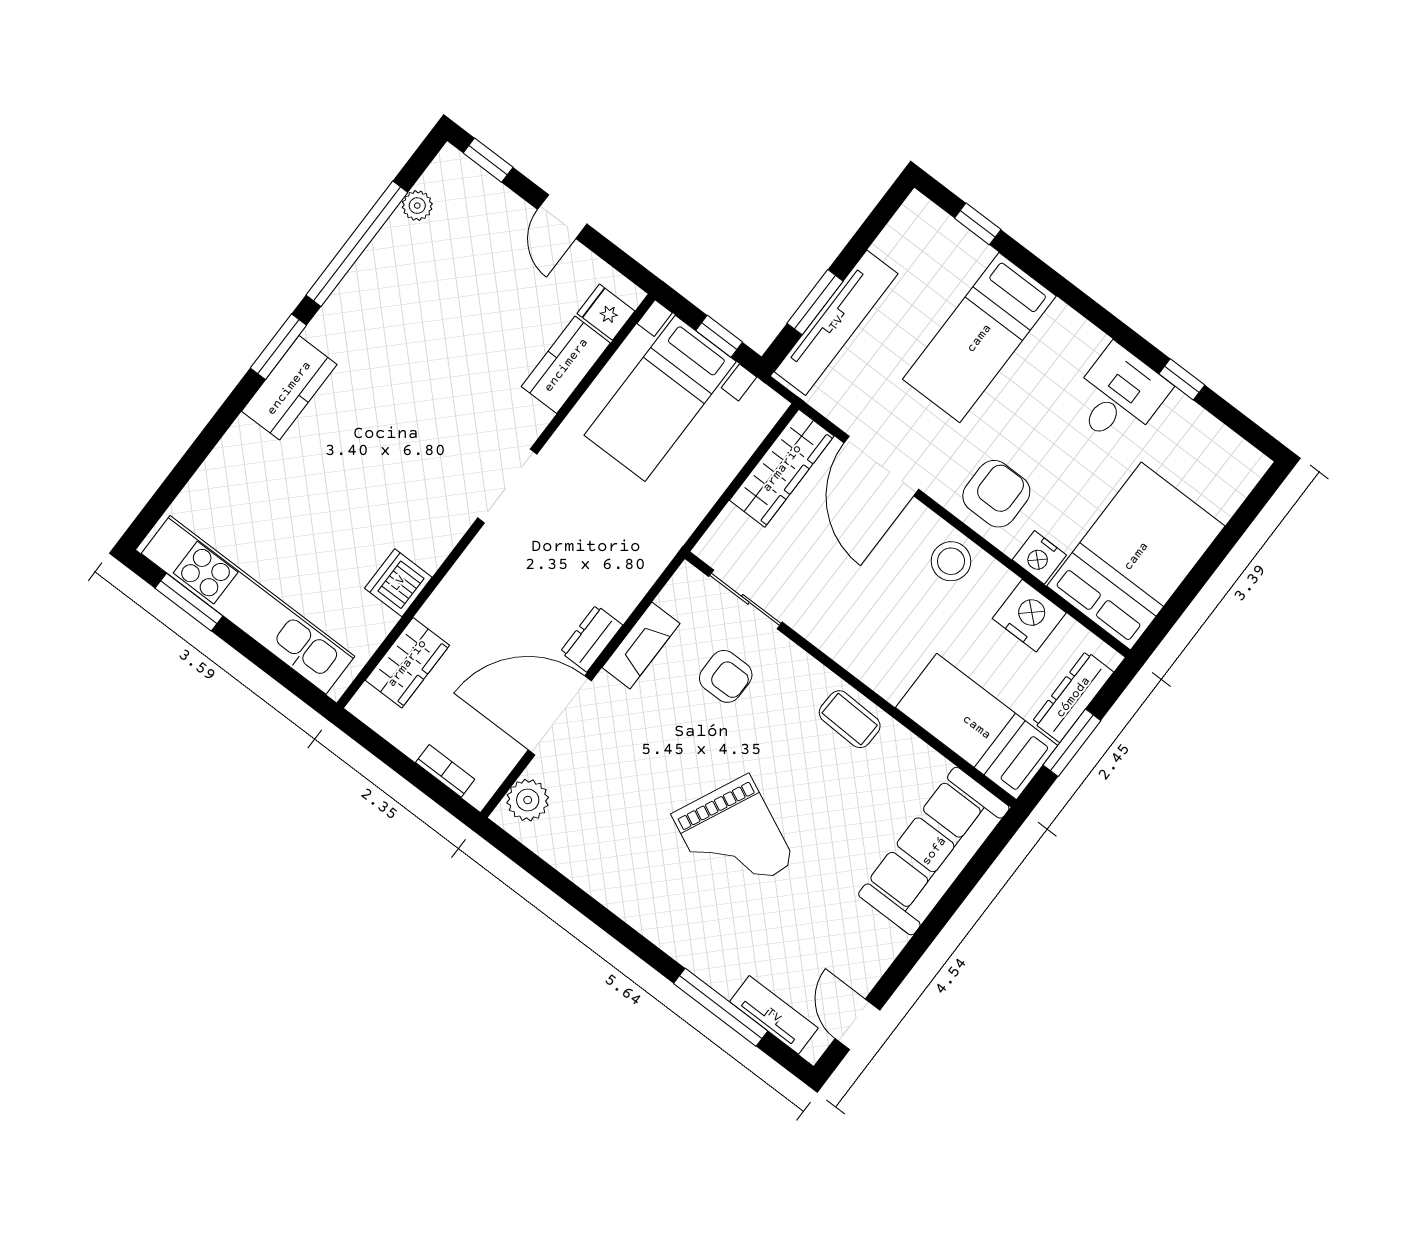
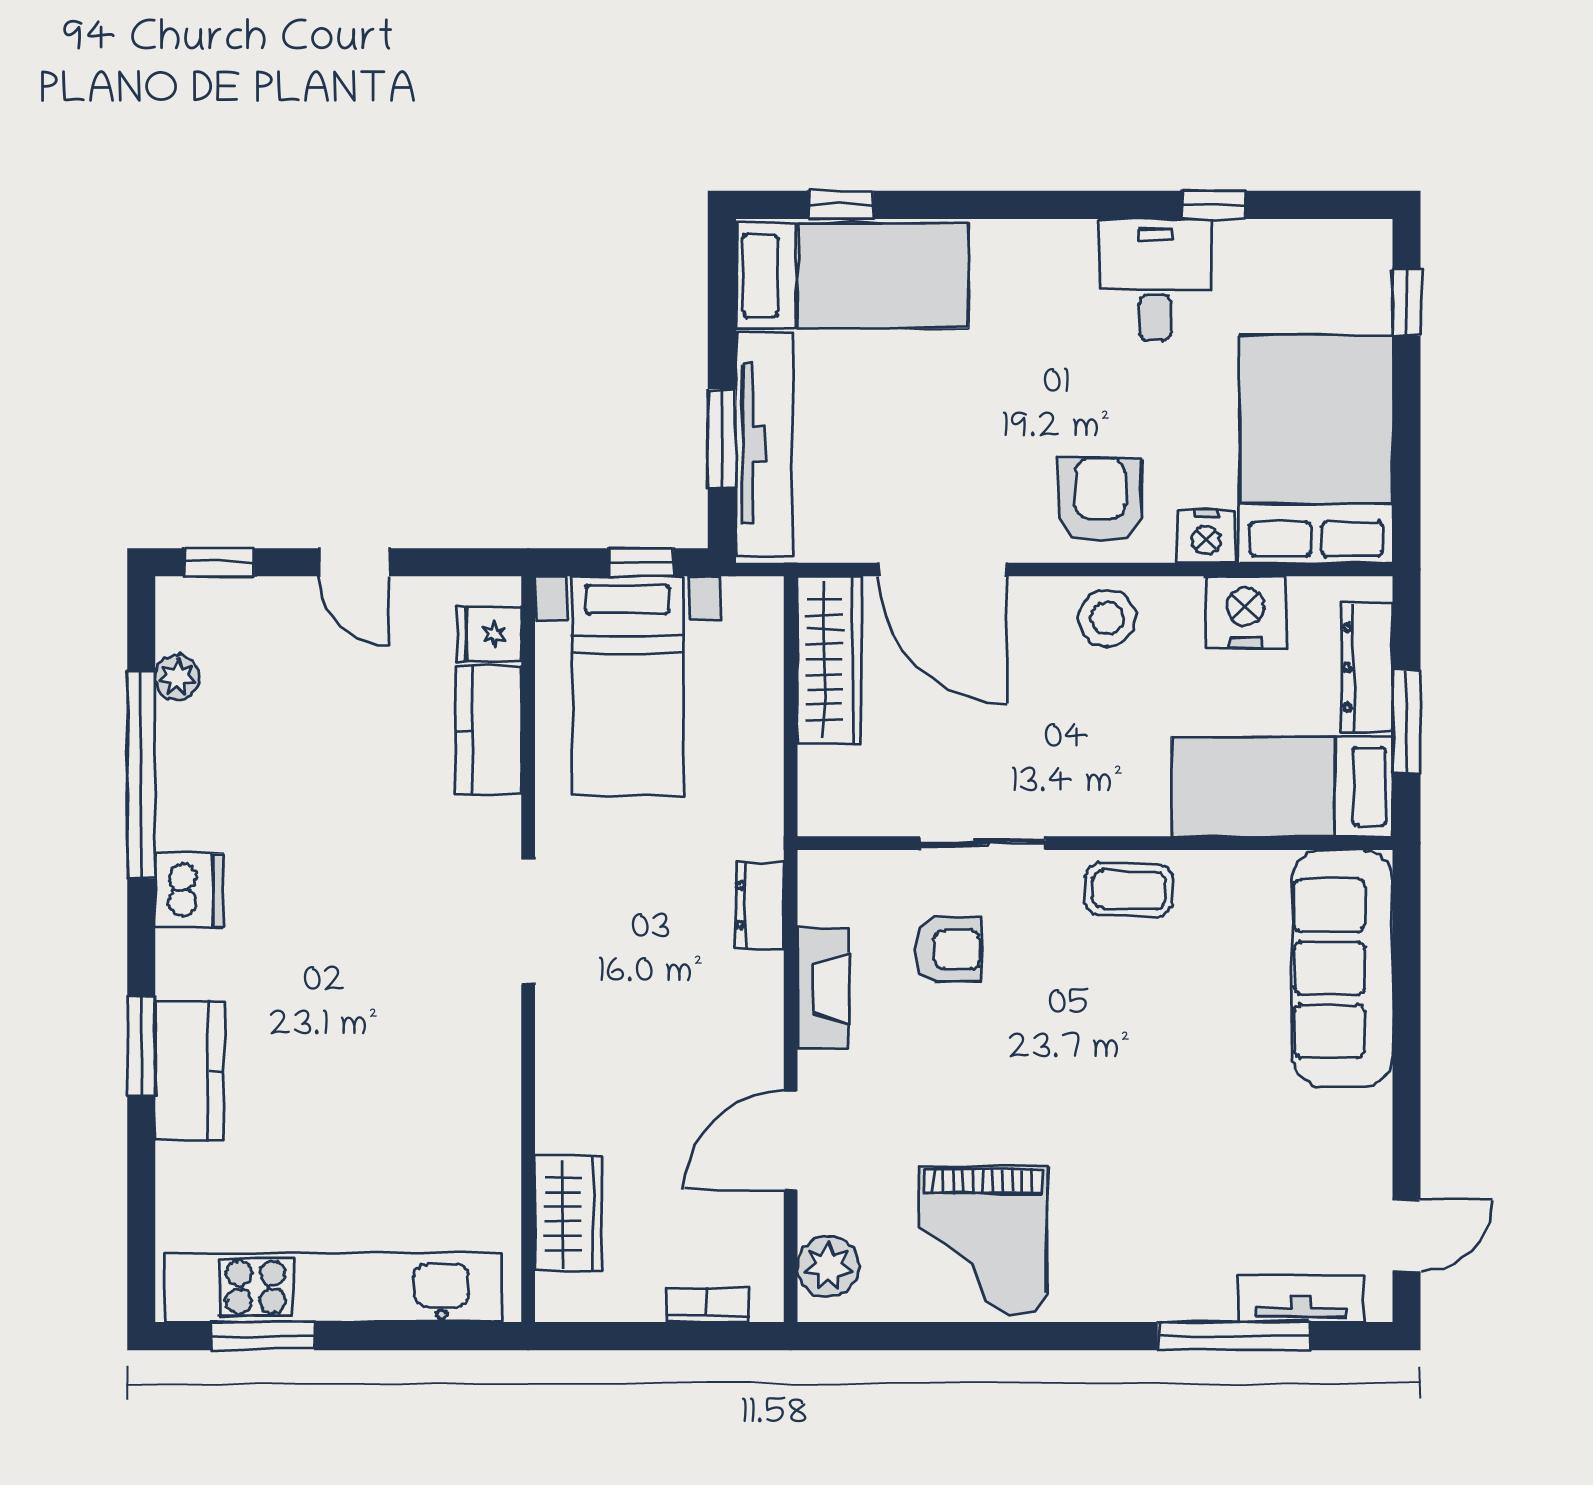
bed: (979, 338) -> (852, 276), moved, turned -90
window: (278, 347) -> (141, 1046), moved
kitchen counter: (289, 388) -> (190, 1071), moved
window: (1247, 513) -> (1407, 302), added
dishwasher: (398, 583) -> (189, 890), moved, turned 180
sliding door: (745, 599) -> (983, 843), moved
dresser: (591, 638) -> (759, 905), moved
door: (560, 715) -> (791, 1141), width x0.73
grand piano: (733, 839) -> (983, 1240), moved, turned 65
door: (857, 1024) -> (1407, 1236), swing flipped

